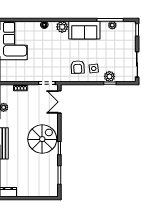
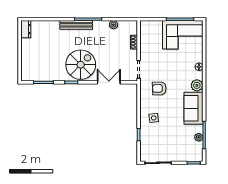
armchair: (78, 67) -> (159, 88), moved
plant: (109, 76) -> (146, 134), removed
double door: (59, 102) -> (109, 82), moved
spiral stairs: (42, 139) -> (81, 65), turned -90

